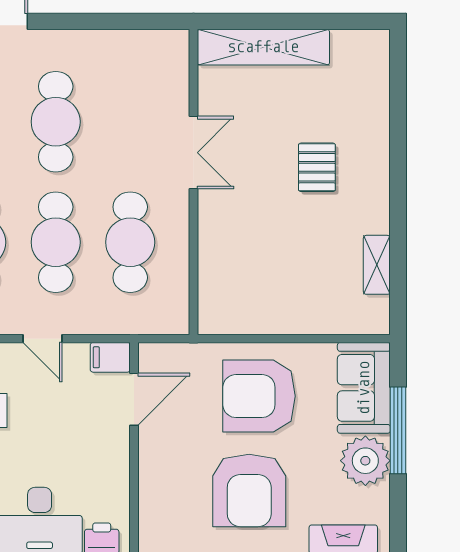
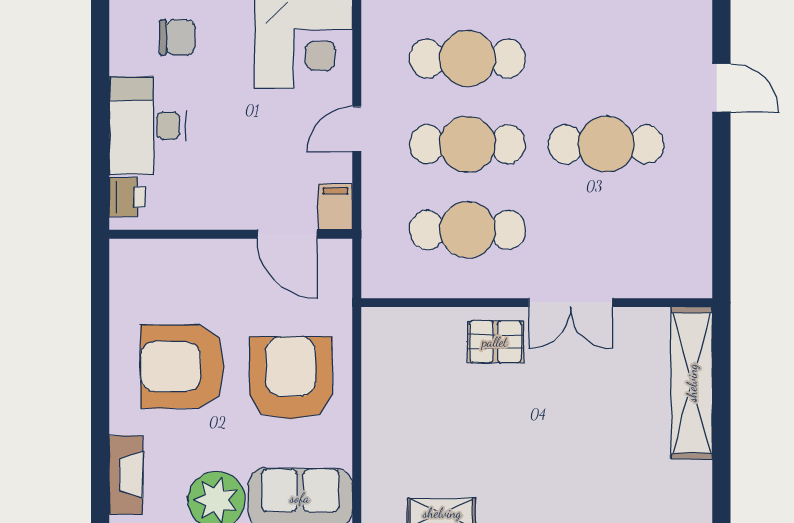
pallet: (317, 167) -> (495, 342), moved

